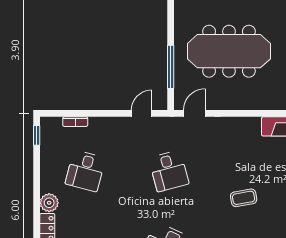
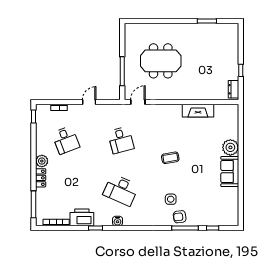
meeting table: (229, 51) -> (161, 61), width x0.73
door: (142, 113) -> (89, 102), moved
desk: (85, 171) -> (66, 140), turned -36

